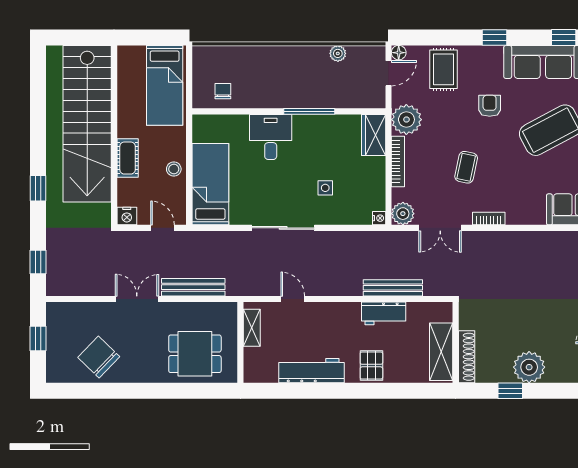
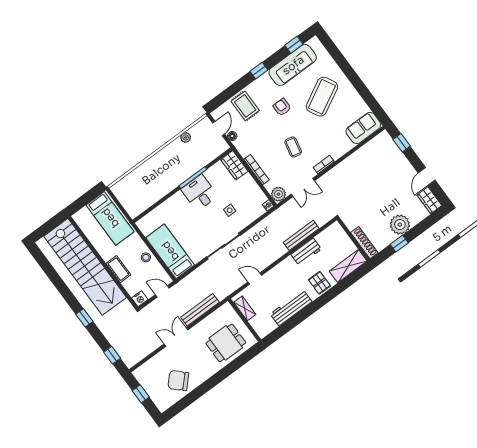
floor lamp: (399, 53) -> (232, 136), moved
chair: (223, 91) -> (142, 200), removed
plant: (406, 120) -> (245, 145), removed
desk: (271, 137) -> (199, 193), moved
shelving: (441, 352) -> (348, 266), moved, turned 90

